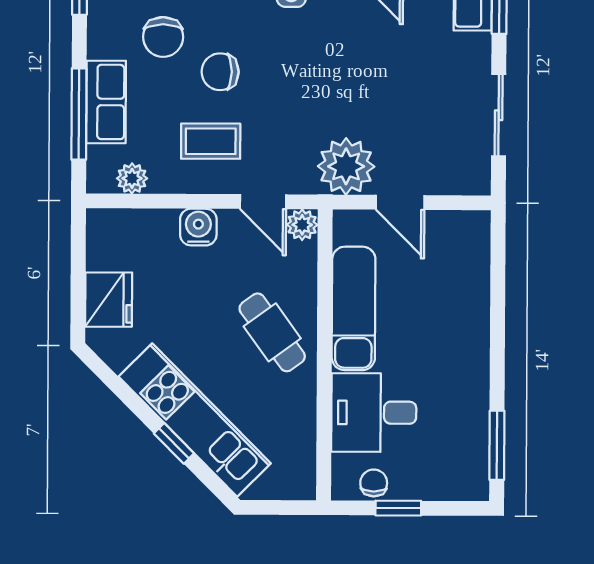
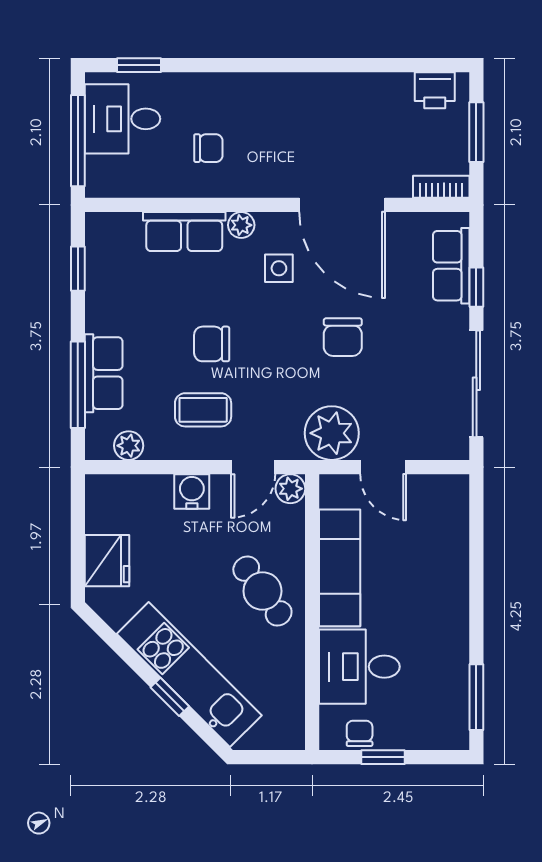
chair: (163, 37) -> (343, 337), moved
sliding door: (499, 115) -> (476, 384), width x1.37
door: (263, 202) -> (253, 467), hinge flipped

